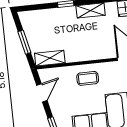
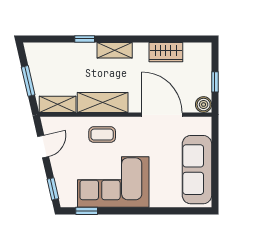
shelving: (85, 53) -> (103, 102), added

